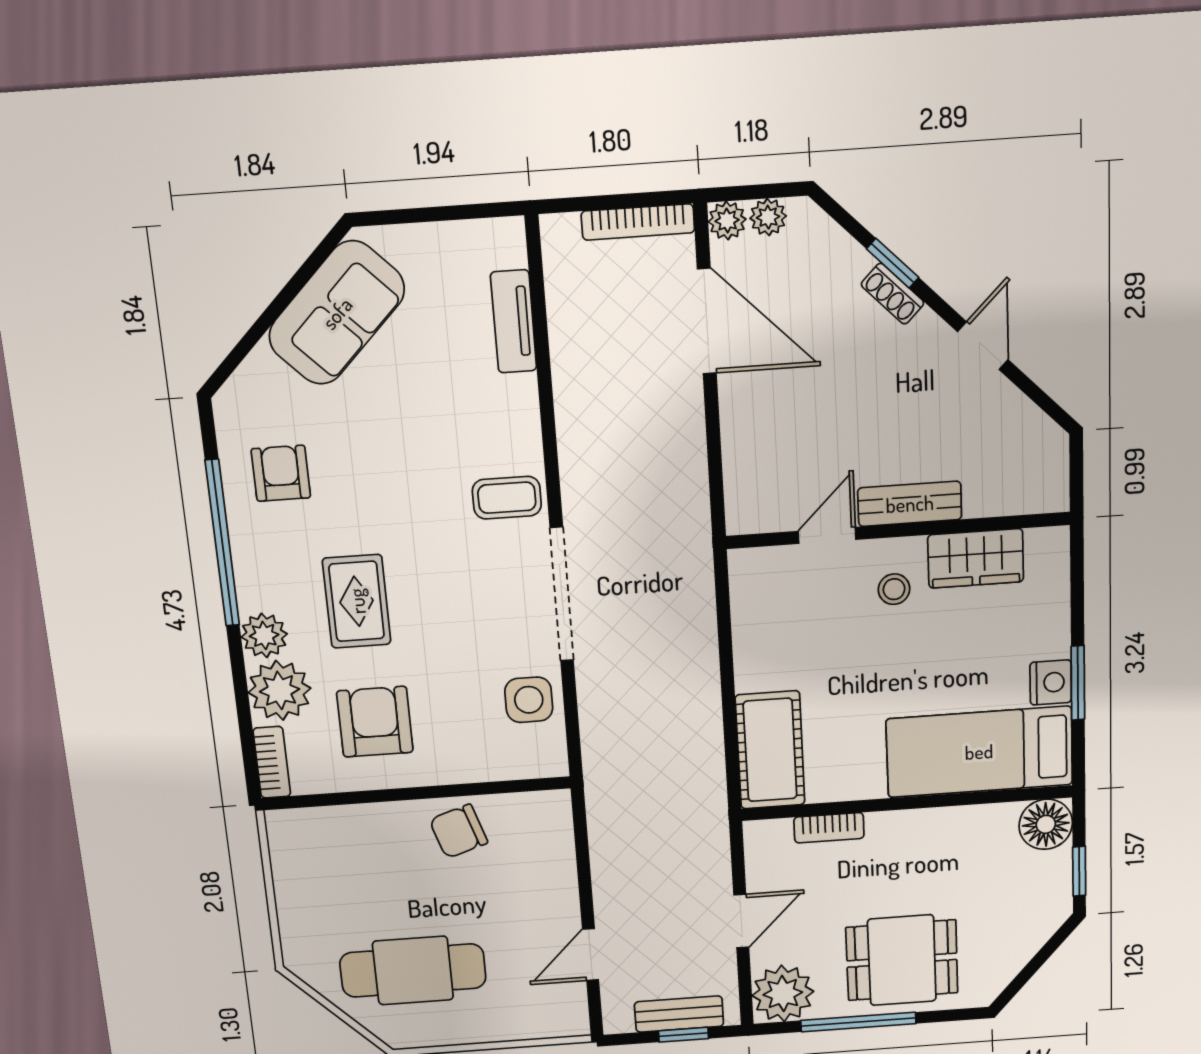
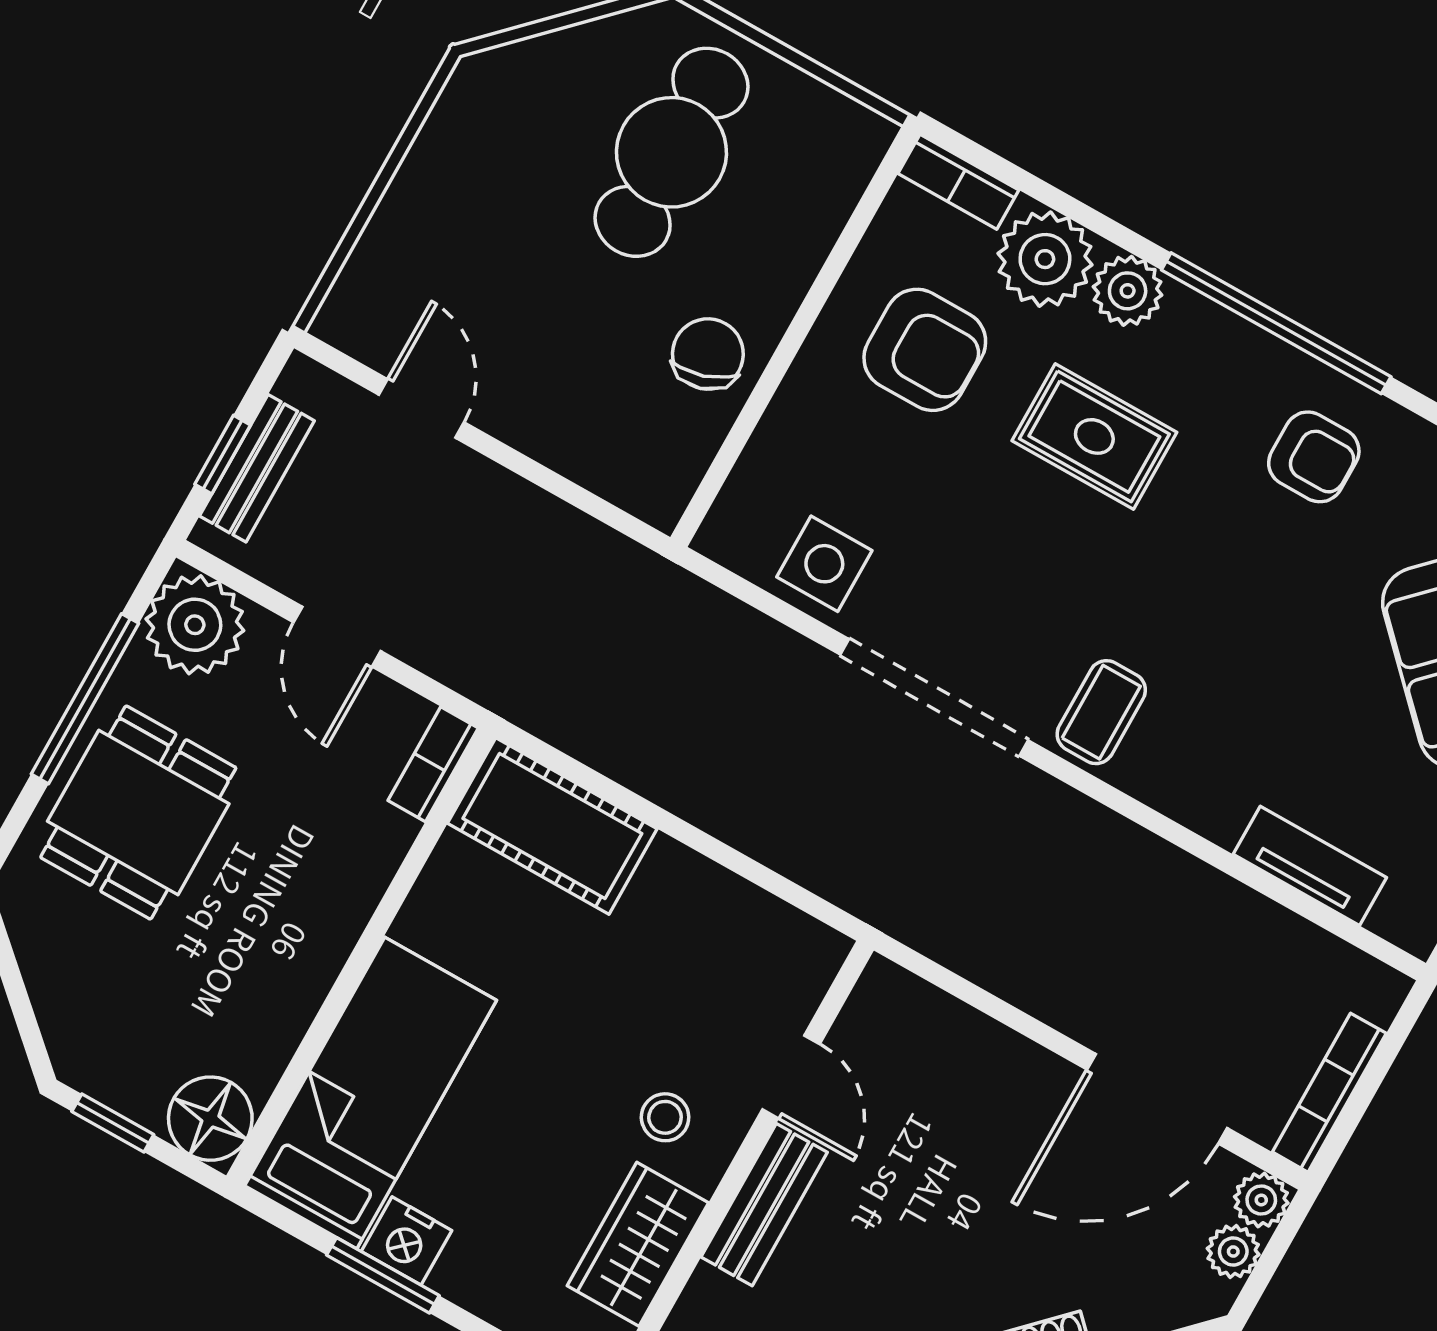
bookcase: (829, 828) -> (433, 764), moved
cafe table: (413, 970) -> (671, 152), moved

